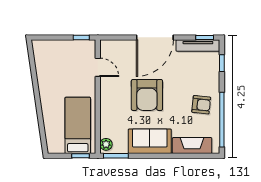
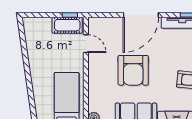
cot: (78, 48) -> (67, 25), added

